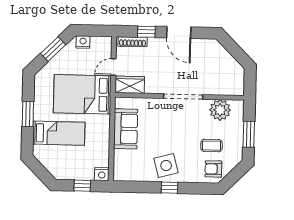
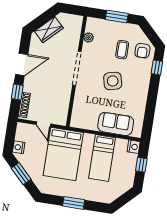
wardrobe: (130, 85) -> (49, 30), moved, turned -135
plant: (220, 110) -> (89, 37), width x0.53, depth x0.53
sofa: (126, 129) -> (116, 124), moved
bed: (59, 133) -> (102, 158), moved, turned 180
side table: (166, 166) -> (113, 81), moved
window: (170, 188) -> (157, 67), moved

